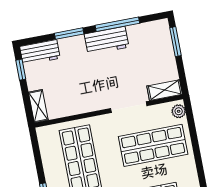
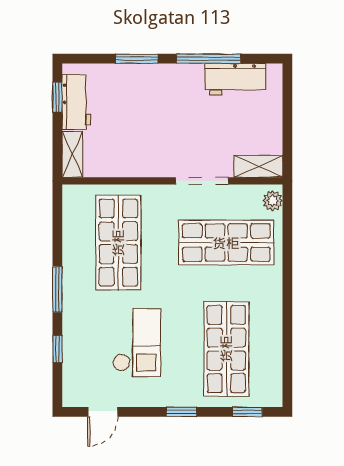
workbench: (107, 41) -> (235, 79), moved
window: (175, 42) -> (287, 100), removed
workbench: (40, 52) -> (76, 102), moved, turned -90

